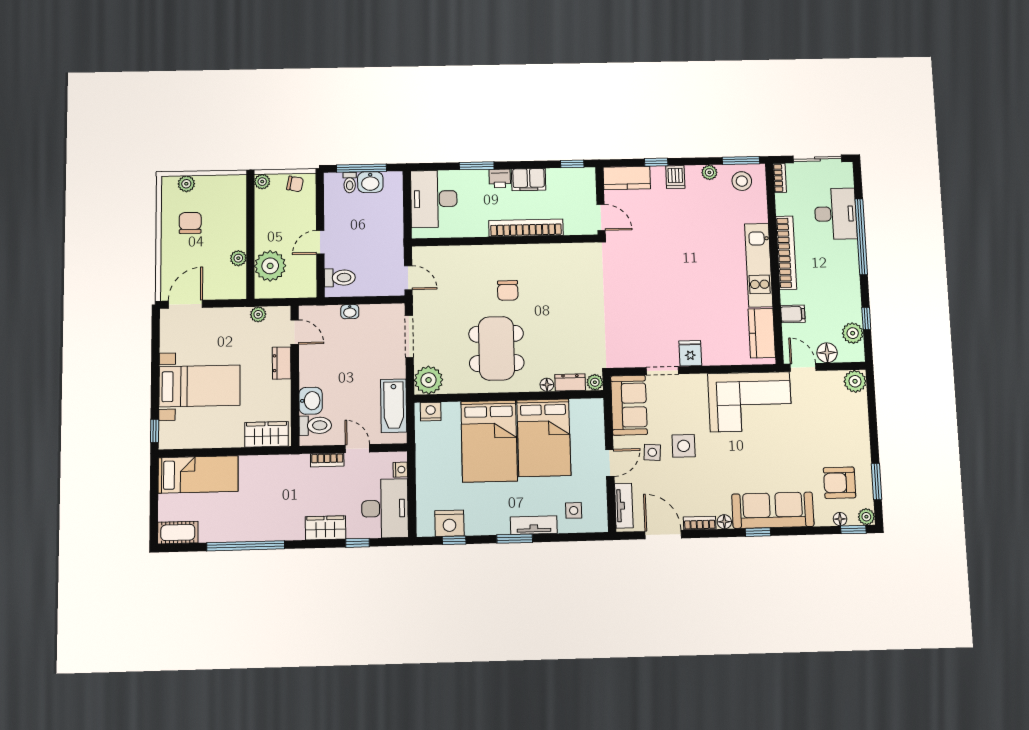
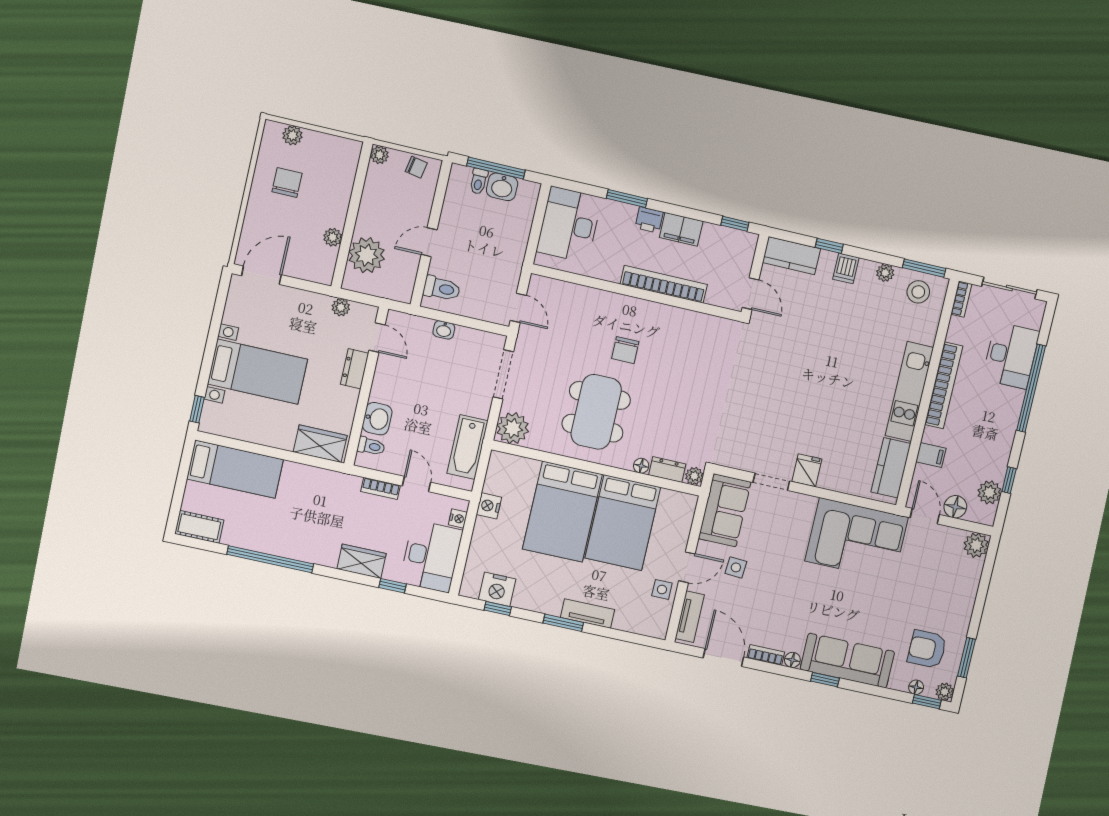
nightstand: (431, 412) -> (489, 506), moved, turned -90
toilet: (315, 425) -> (371, 446), width x0.73, depth x0.72
side table: (684, 446) -> (772, 569), removed
side table: (574, 510) -> (662, 589), moved

